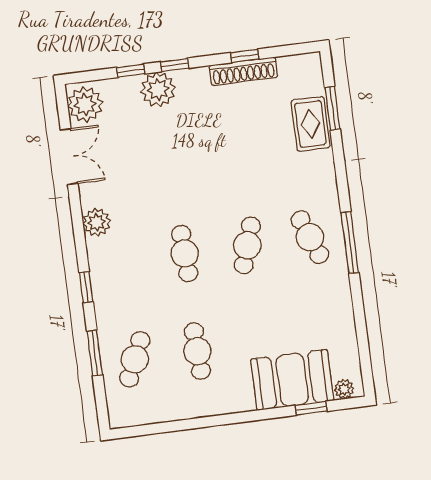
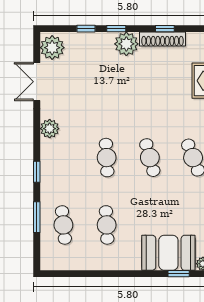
plant: (158, 90) -> (126, 44), moved
double door: (69, 157) -> (37, 82), swing flipped
cafe table: (247, 245) -> (150, 158), turned -33
cafe table: (135, 359) -> (63, 225), turned -30

